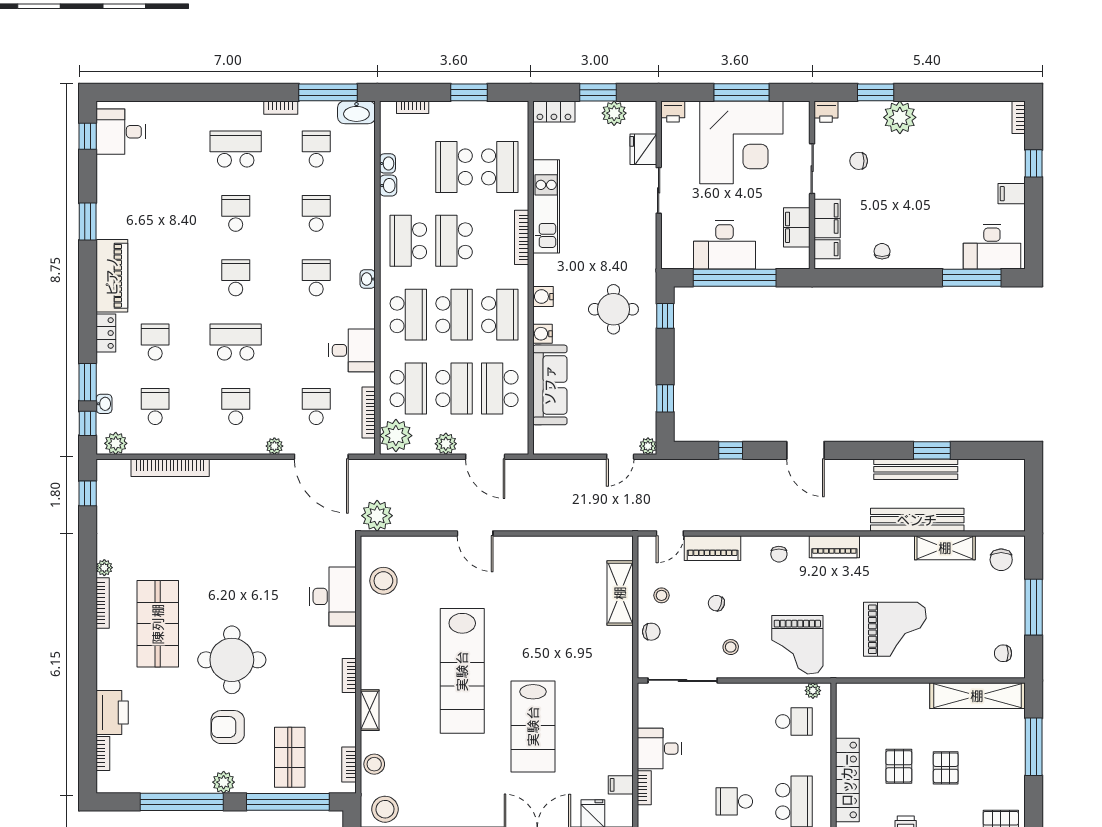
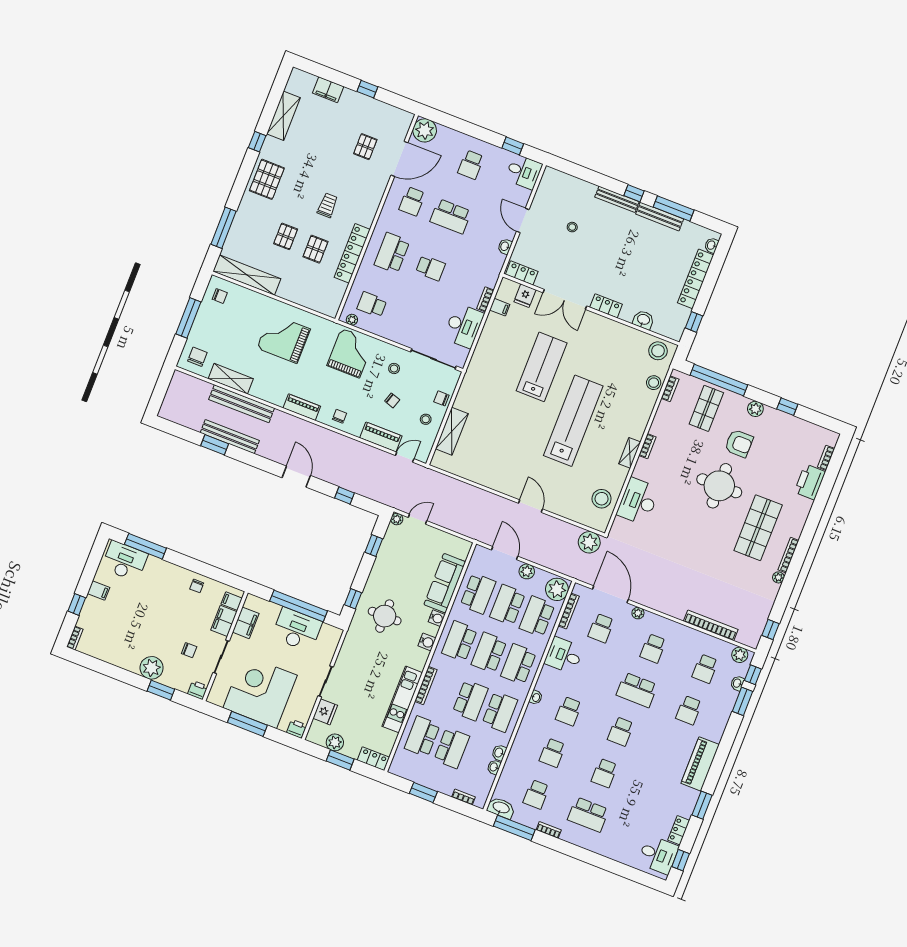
locker: (106, 333) -> (679, 830), moved
shelving: (370, 710) -> (630, 453), moved
desk: (659, 749) -> (464, 326), width x1.37
window: (182, 802) -> (787, 407), width x0.32

